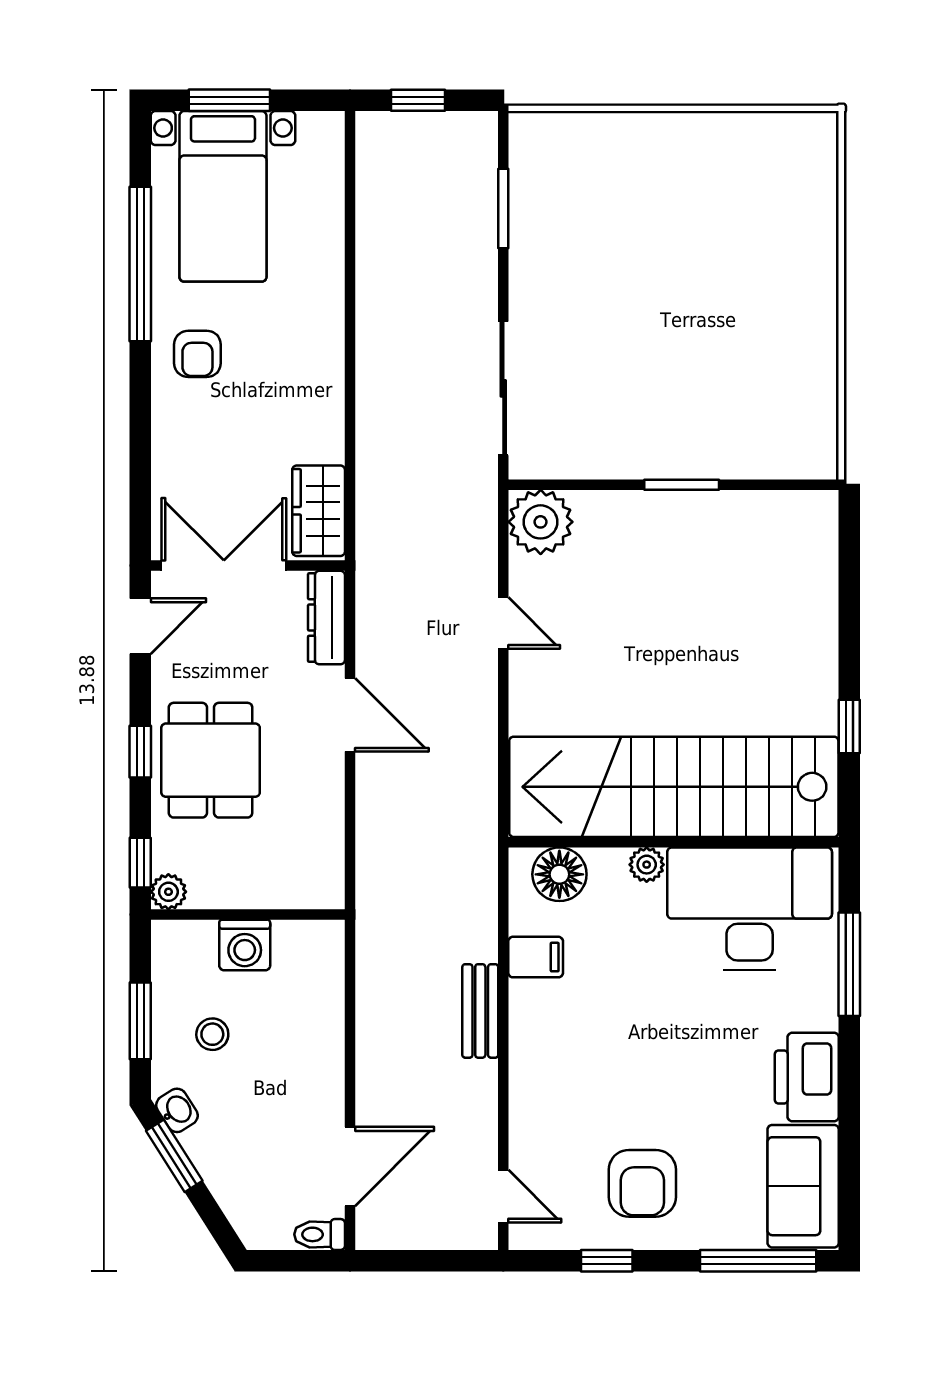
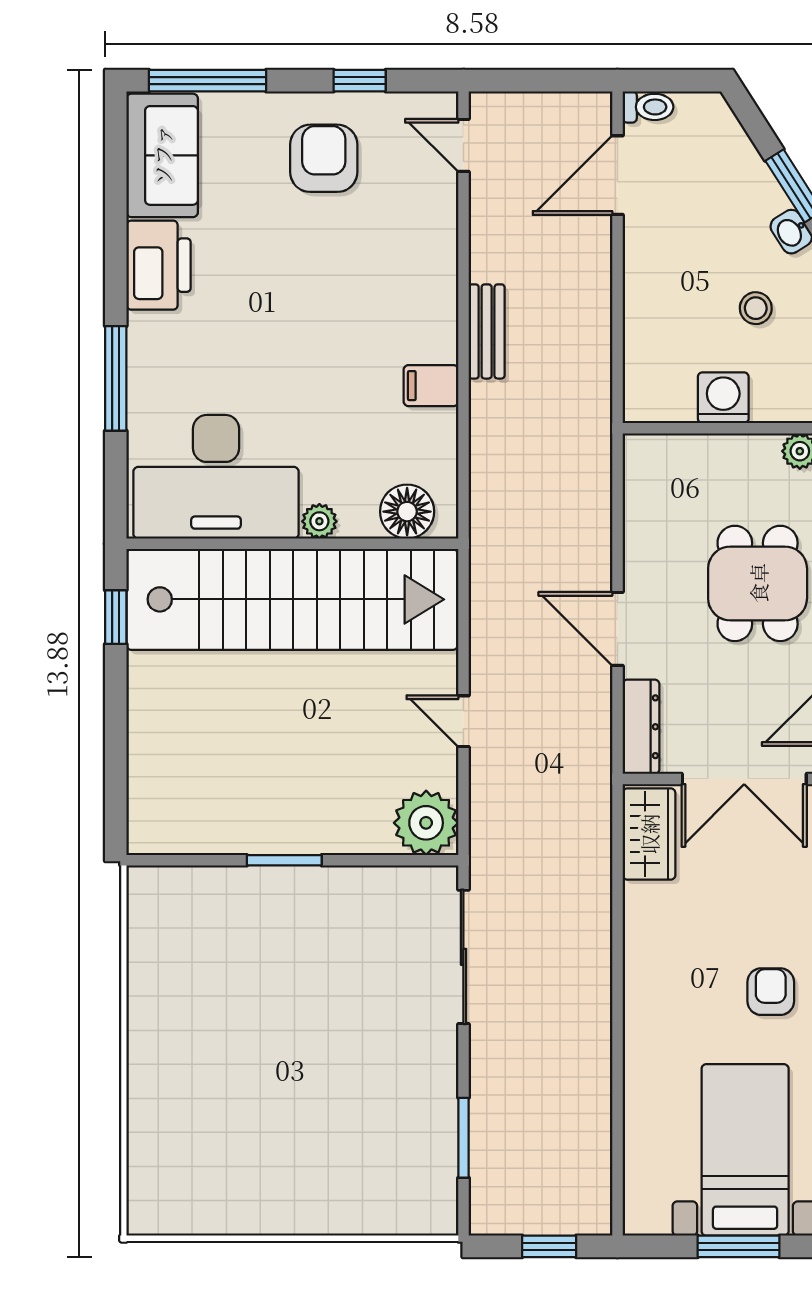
stairs: (674, 787) -> (292, 599), moved
wall: (674, 842) -> (292, 544), moved
plant: (647, 865) -> (319, 521), moved
floor lamp: (559, 874) -> (407, 512), moved
desk: (750, 909) -> (216, 477), moved

